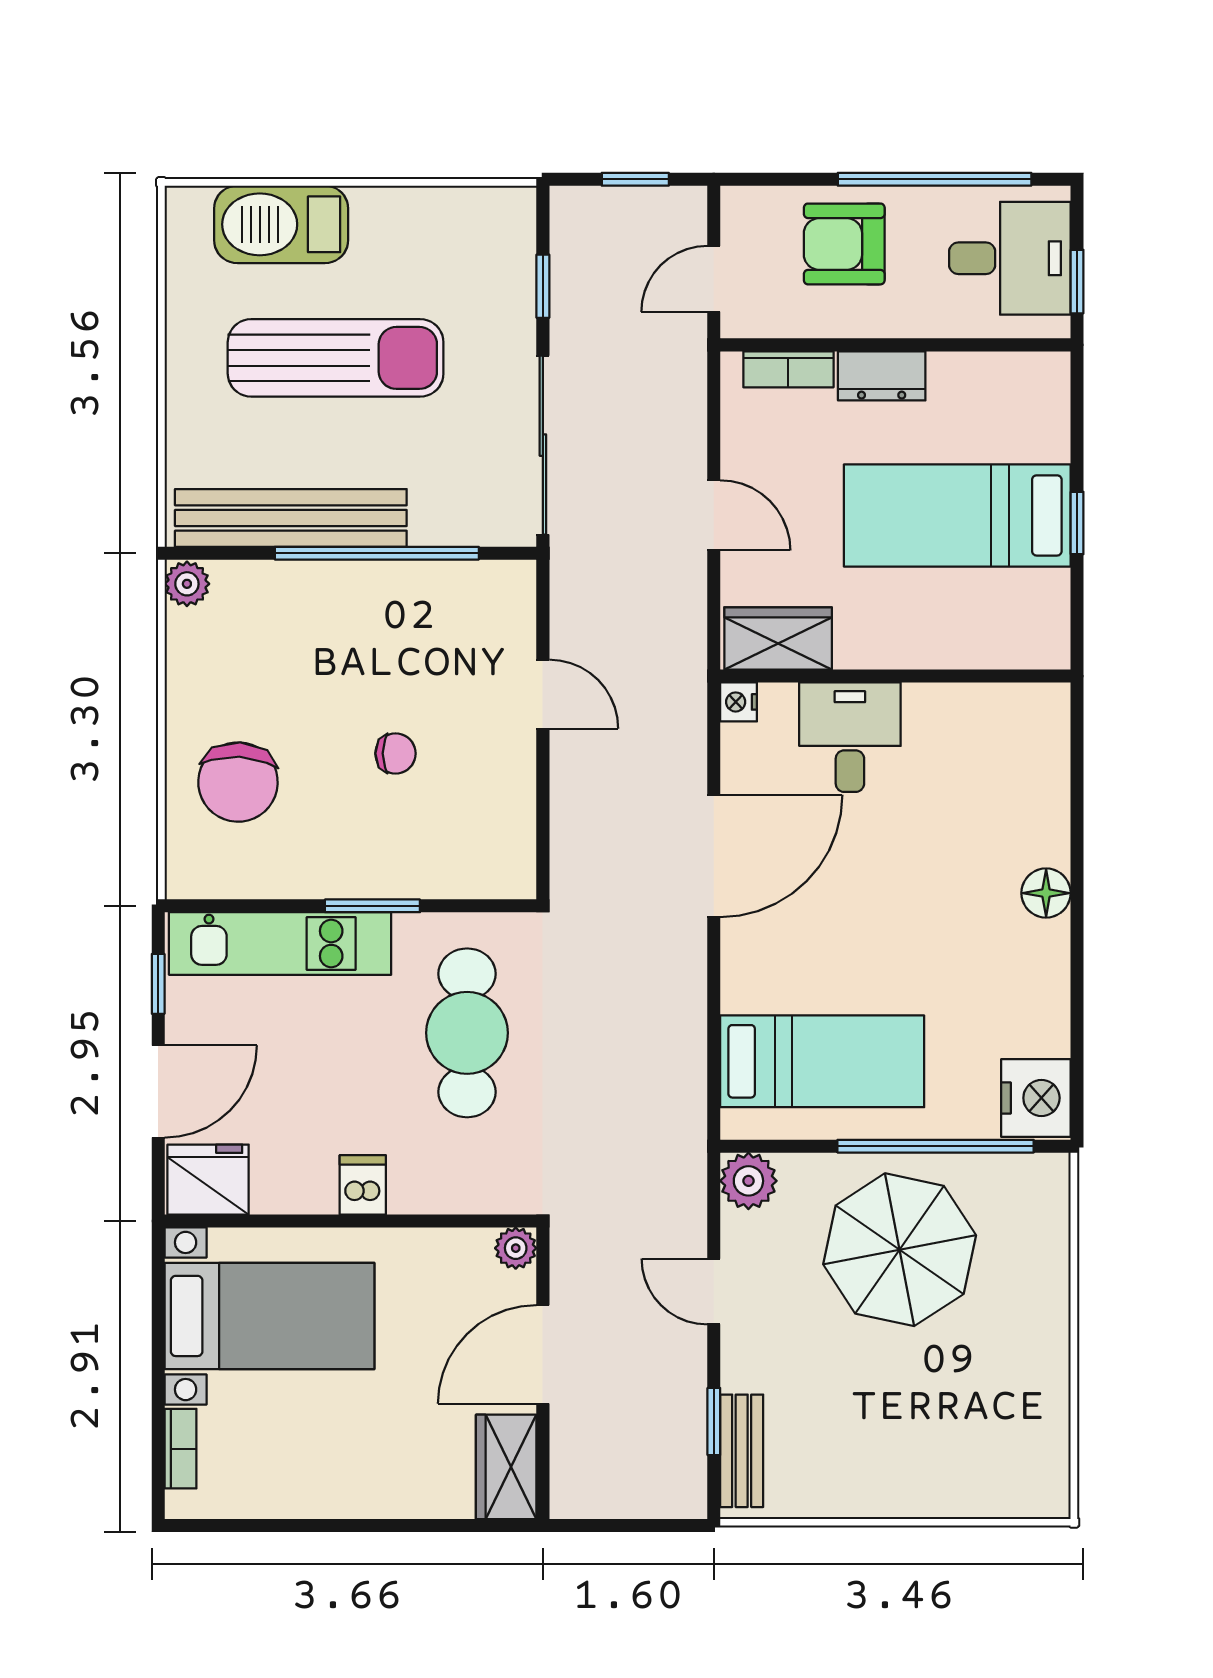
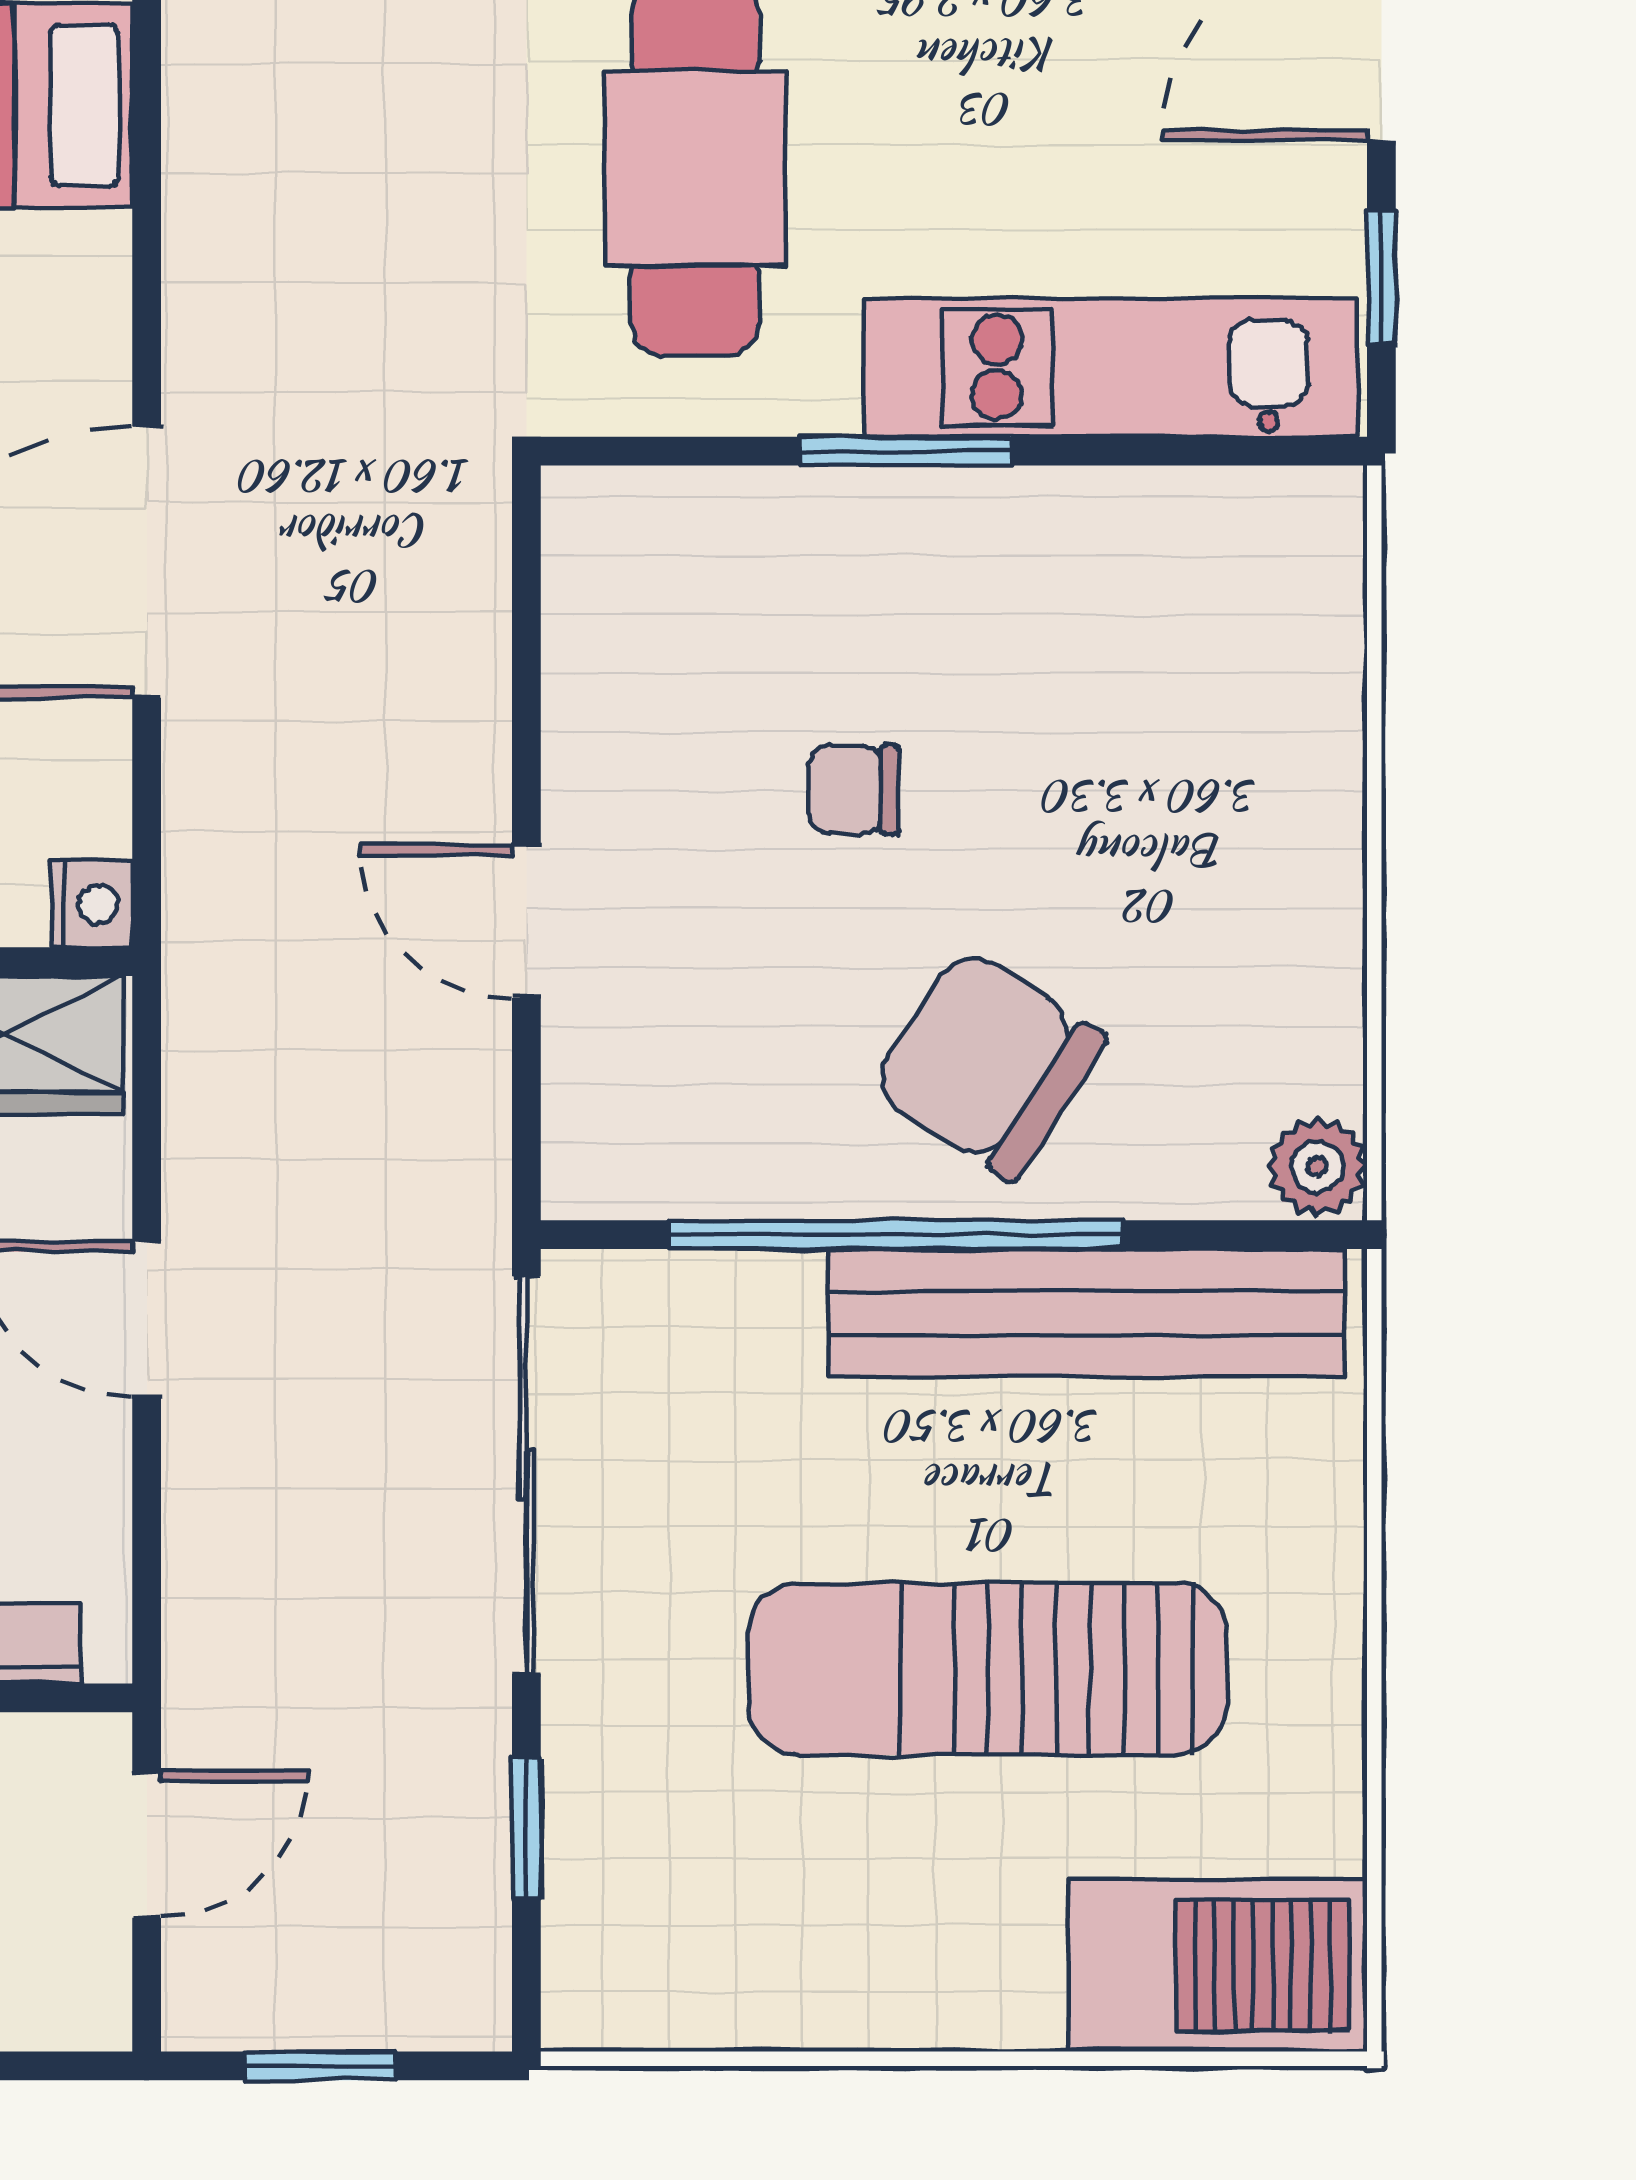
barbecue: (281, 224) -> (1218, 1966), moved
chair: (238, 782) -> (988, 1064), moved, turned -60

